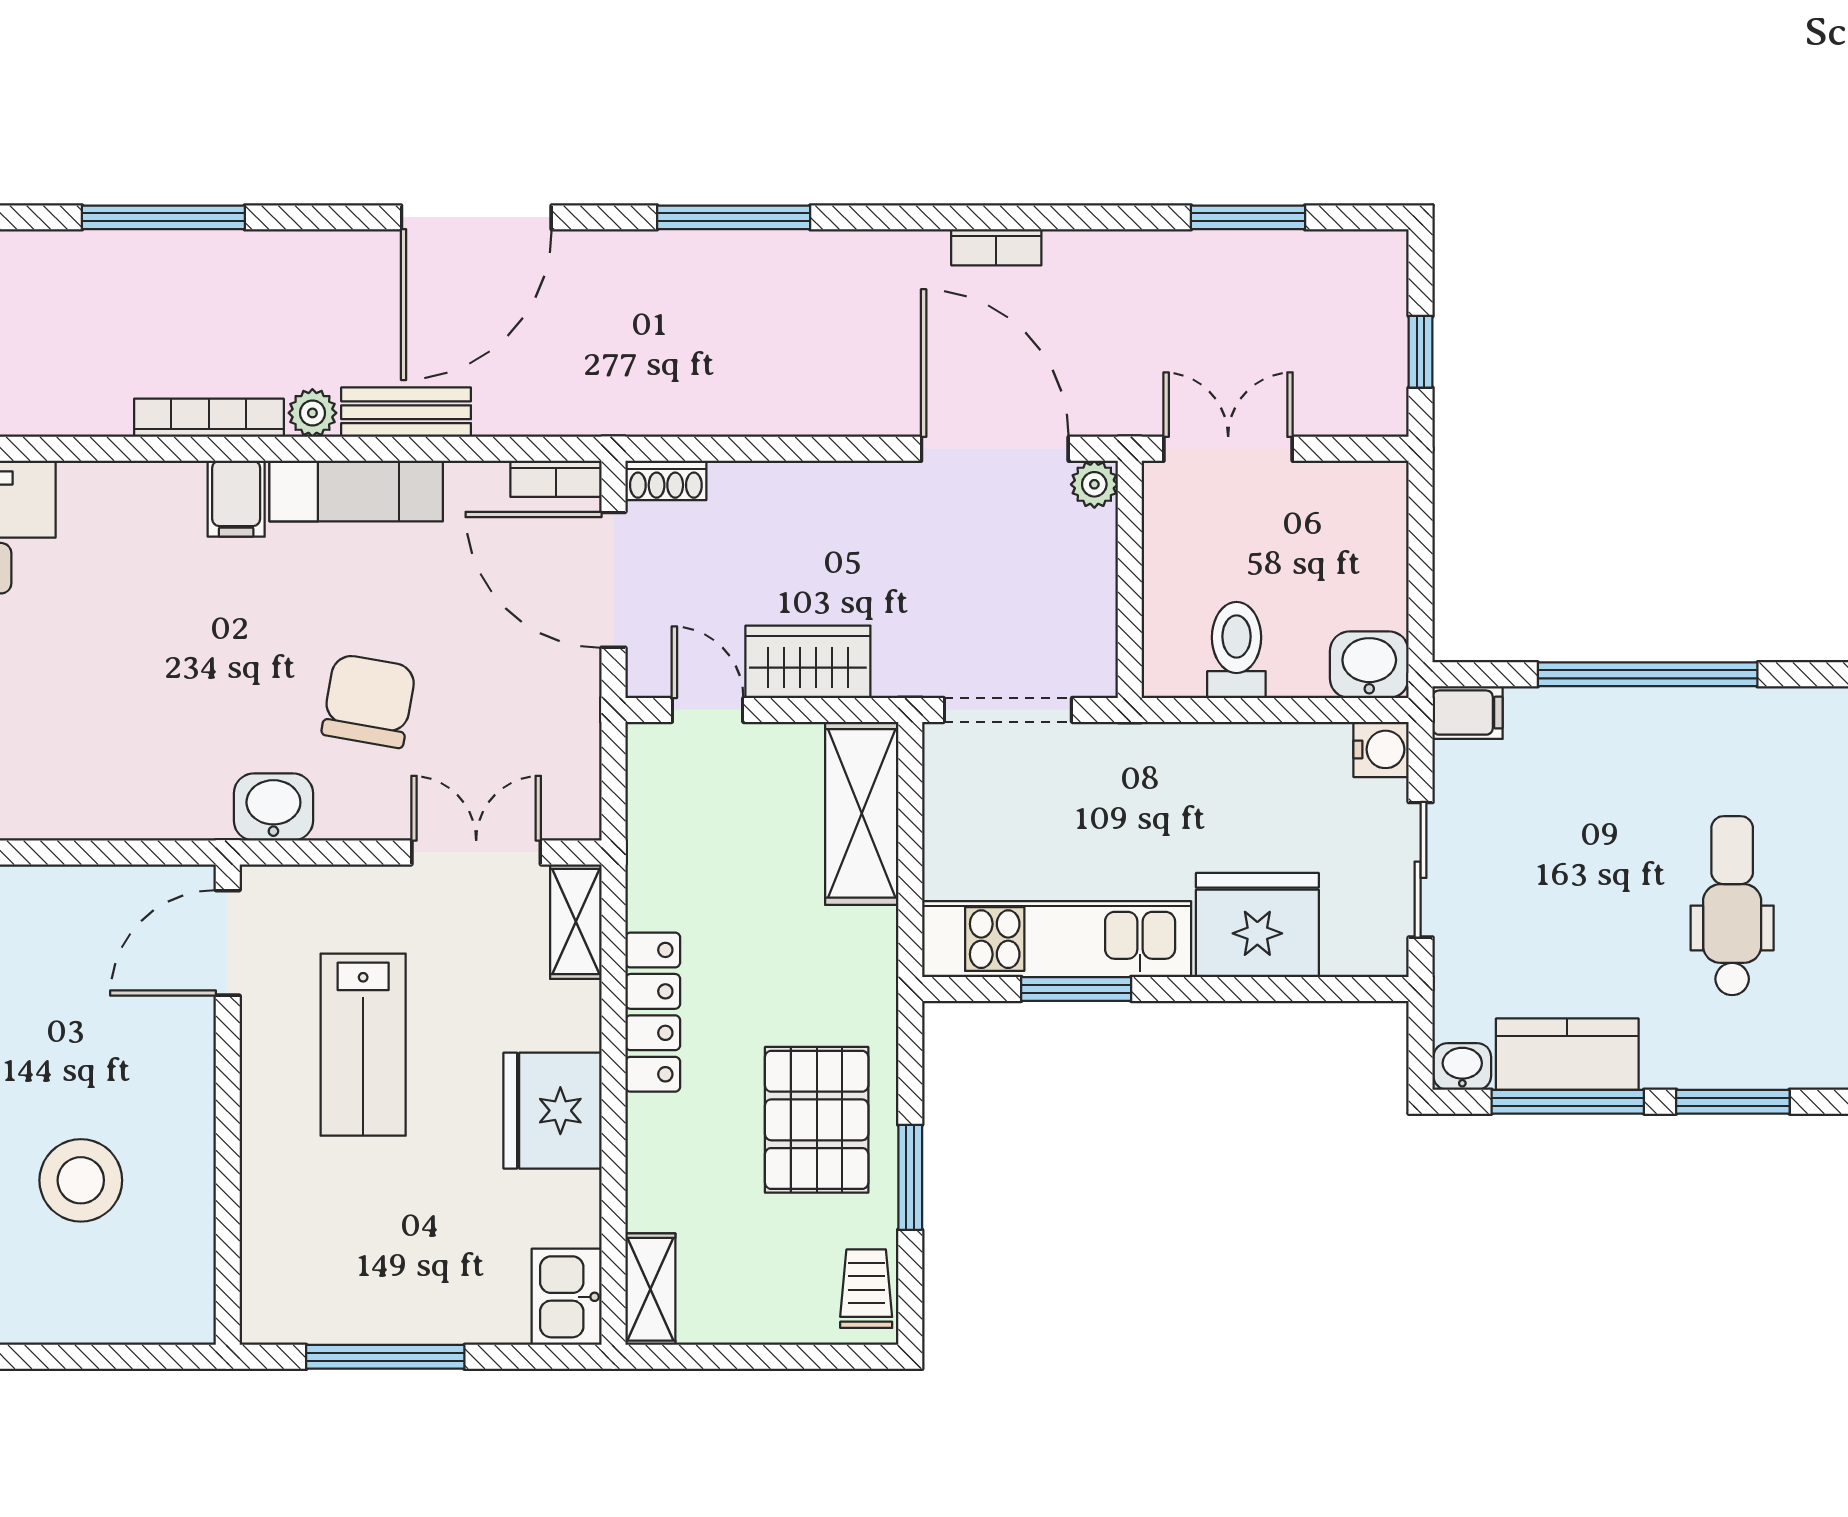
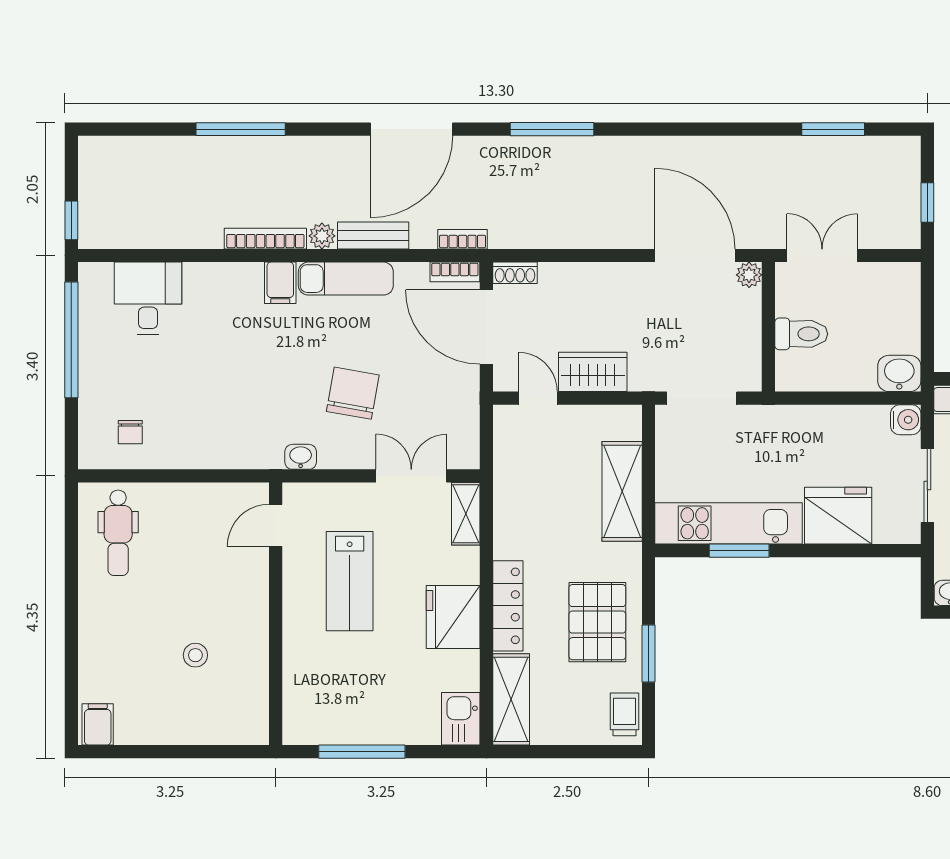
bookcase: (996, 247) -> (463, 239), moved, turned 180
toilet: (1236, 650) -> (801, 334), moved, turned 90
washbasin: (273, 807) -> (301, 457), width x0.72, depth x0.69
shelving: (862, 813) -> (622, 491), moved
door: (228, 943) -> (276, 525), width x0.73
locker: (653, 1012) -> (508, 606), moved
stool: (81, 1180) -> (195, 655), width x0.53, depth x0.53
shelving: (650, 1289) -> (511, 699), width x1.50, depth x1.33

